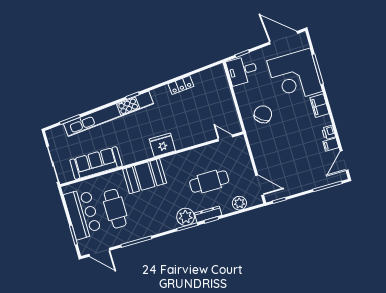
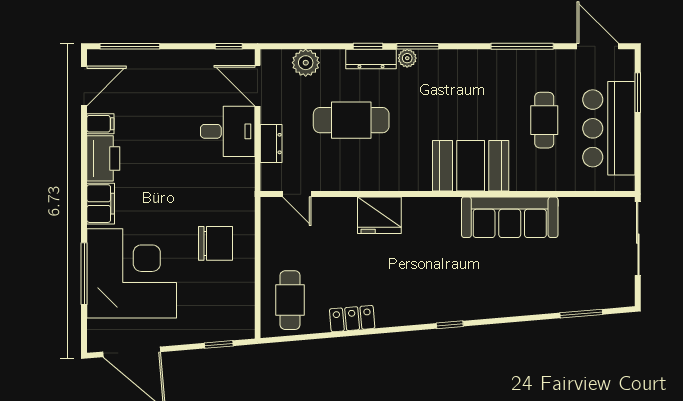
desk: (242, 70) -> (228, 131), moved
cafe table: (214, 85) -> (290, 300), added
kitchen unit: (109, 114) -> (505, 304), removed
chair: (263, 114) -> (215, 243), moved, turned -125
printer: (329, 132) -> (103, 158), width x1.87, depth x1.48
fridge: (162, 145) -> (379, 215), moved
dresser: (245, 159) -> (271, 144), added
sofa: (96, 163) -> (510, 217), moved
cafe table: (115, 209) -> (544, 120), width x0.73, depth x0.74
plant: (186, 217) -> (407, 58), width x0.53, depth x0.53

